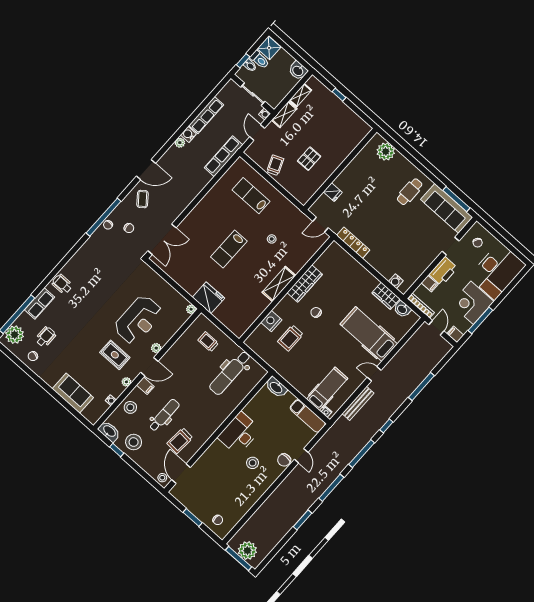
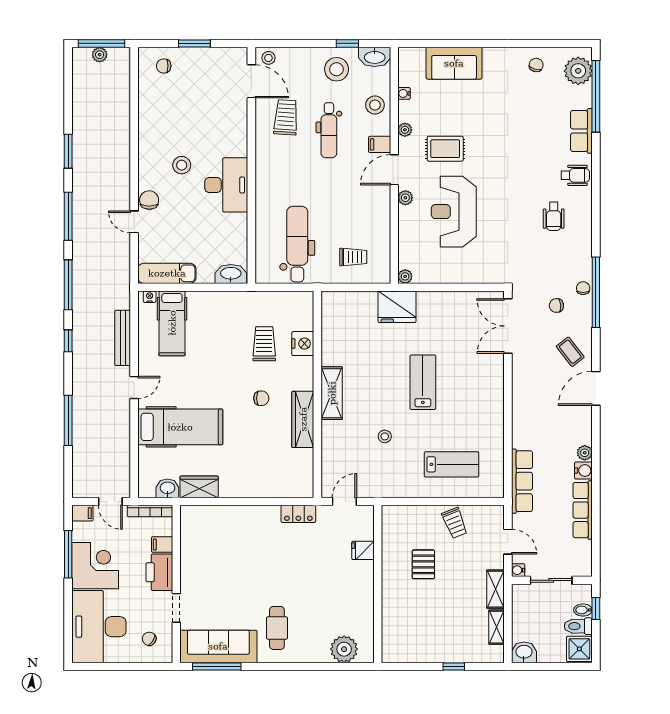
locker: (353, 243) -> (298, 514), width x0.66
water cooler: (396, 281) -> (203, 513), removed
wheelchair: (46, 337) -> (554, 216), moved
plant: (247, 551) -> (100, 55), width x0.53, depth x0.53

